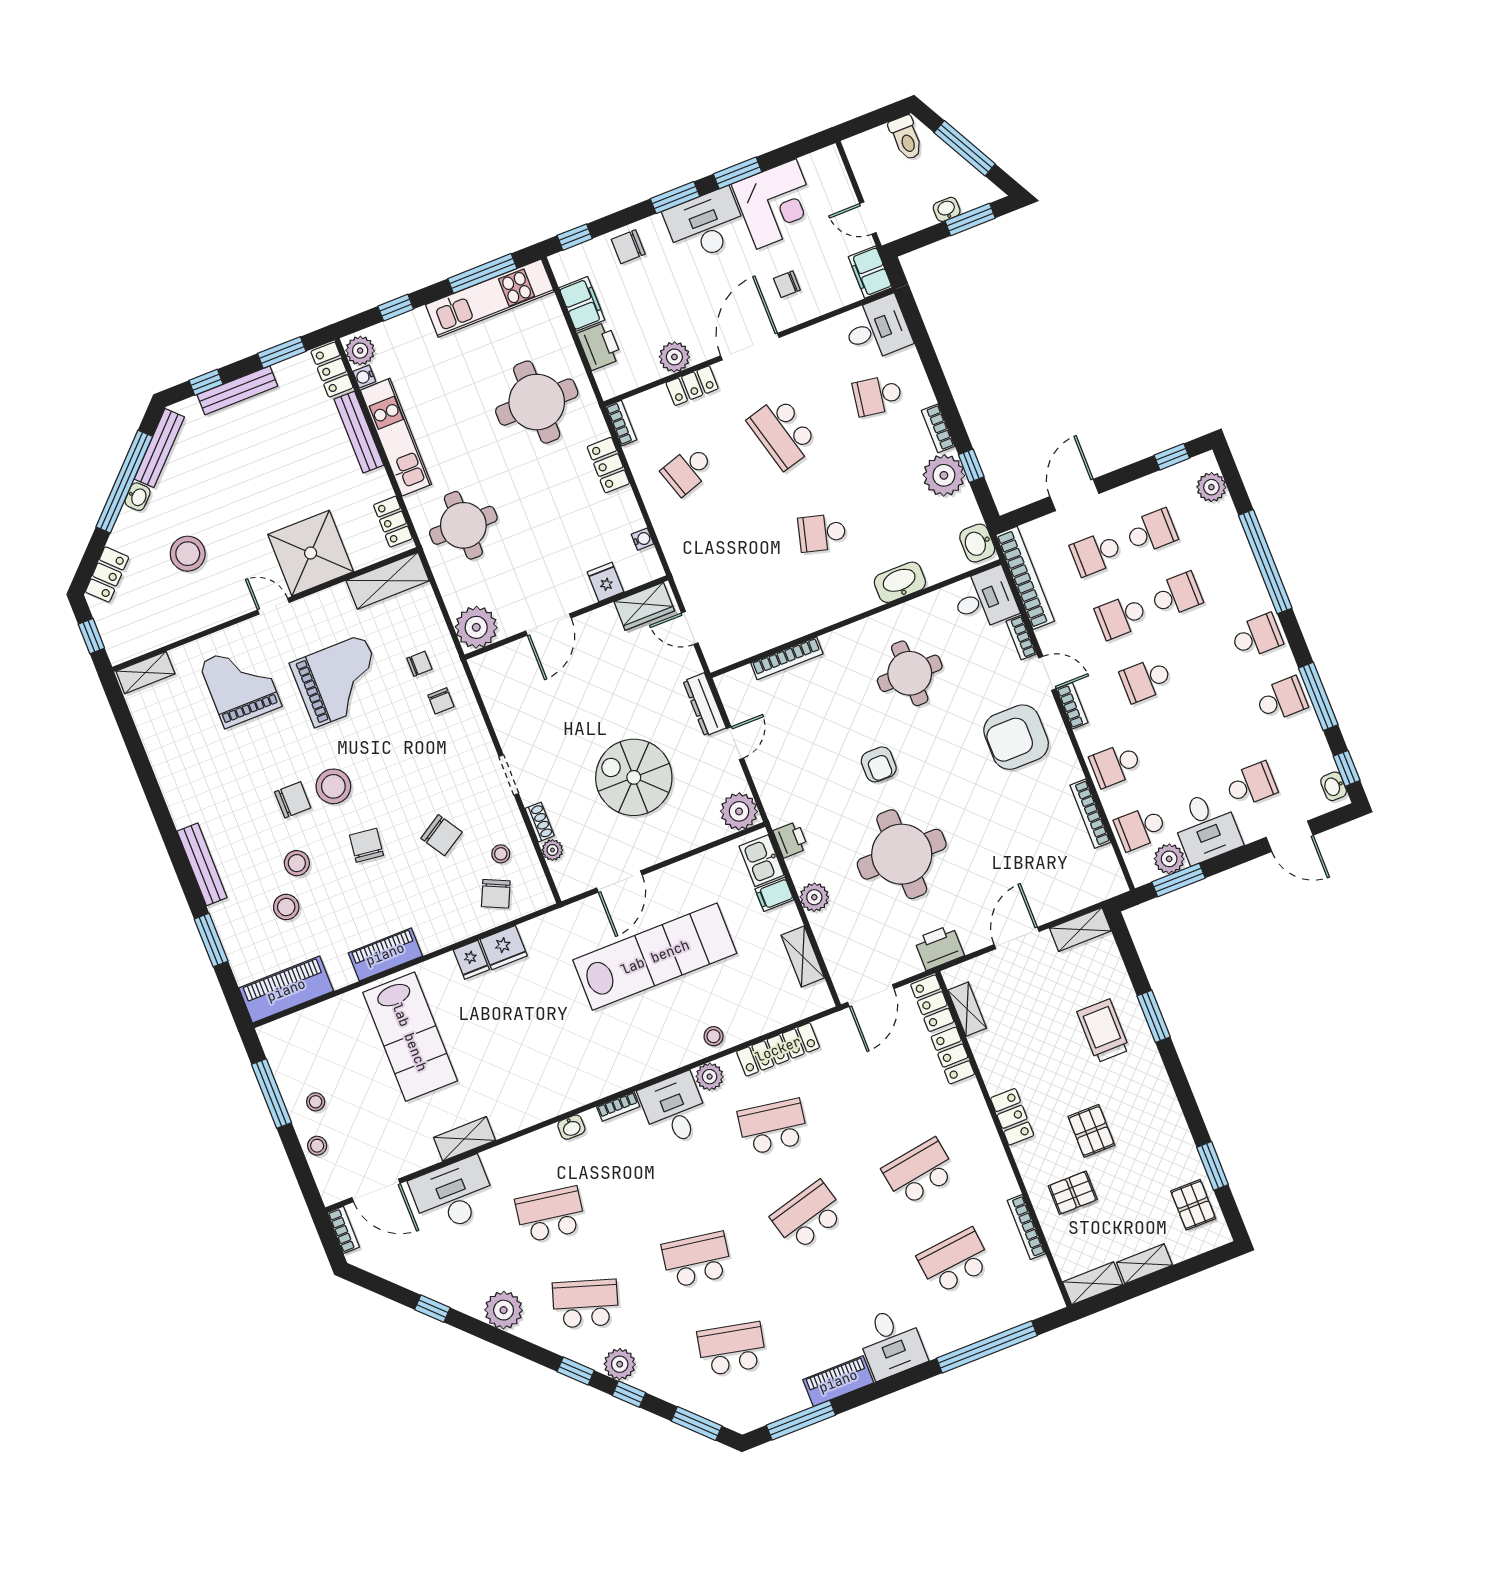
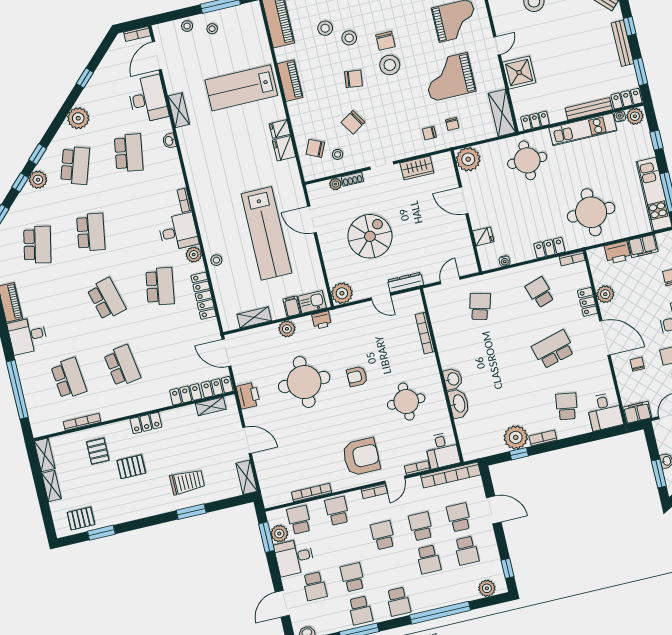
school desk: (822, 533) -> (480, 306), moved
washbasin: (977, 543) -> (453, 379), moved, turned 90
shower: (311, 553) -> (519, 73), width x0.73, depth x0.73
wardrobe: (644, 606) -> (417, 168), moved, turned -90
grand piano: (339, 681) -> (449, 77), turned 90
school desk: (1226, 721) -> (353, 577), added
armchair: (1016, 737) -> (361, 457), turned 90
washbasin: (571, 1127) -> (169, 141), moved

